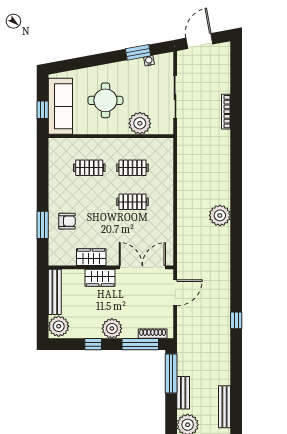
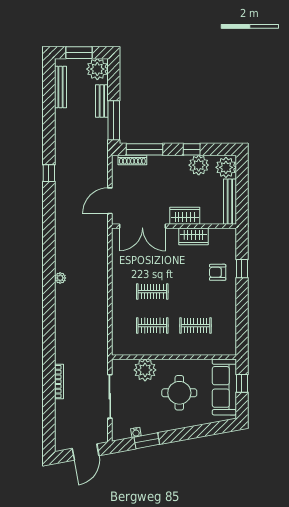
plant: (220, 215) -> (60, 278), width x0.53, depth x0.53
window: (43, 225) -> (242, 269), width x0.67
plant: (112, 328) -> (199, 165), moved

